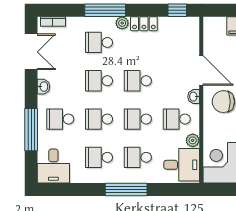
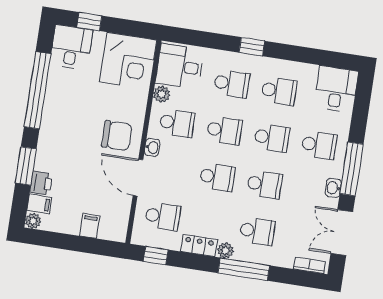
school desk: (177, 42) -> (163, 216), added
window: (31, 130) -> (352, 169), moved
window: (126, 190) -> (252, 47), width x0.46

